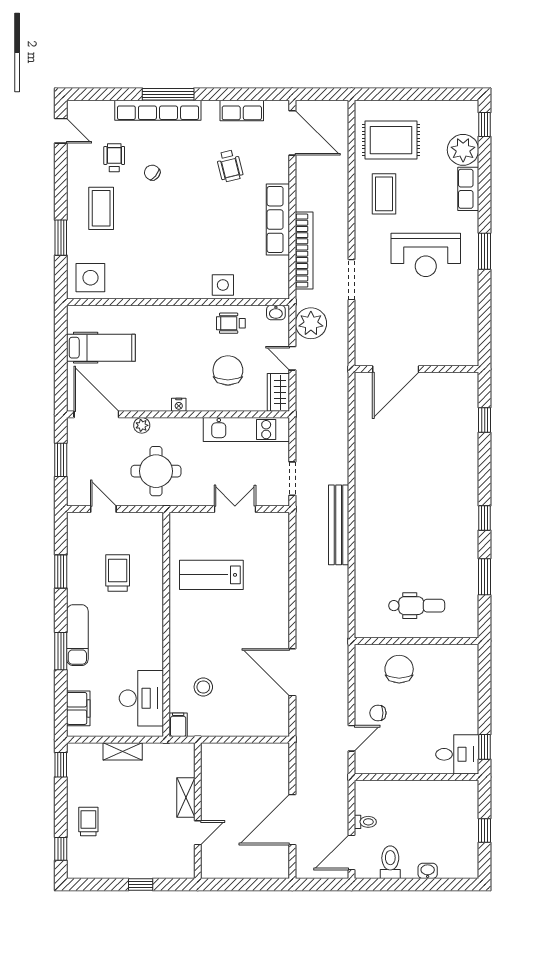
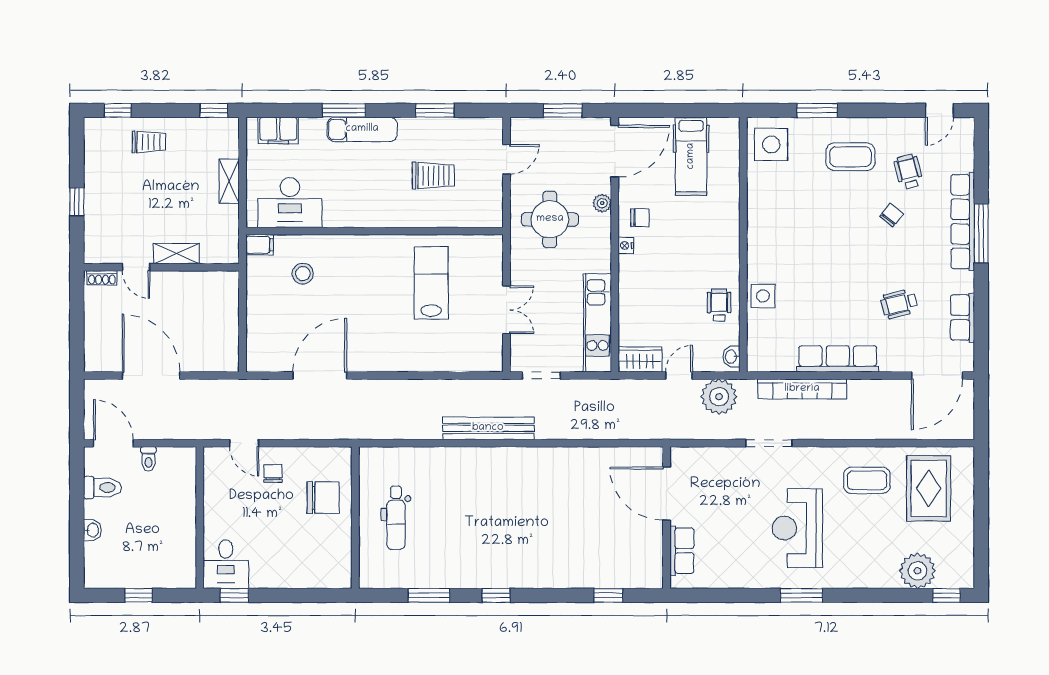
wheelchair: (114, 158) -> (908, 172), turned -104
row of seats: (468, 189) -> (682, 551), moved, turned 90
chair: (228, 370) -> (640, 218), moved, width x0.54, depth x0.54
shoe rack: (207, 862) -> (102, 278), added

